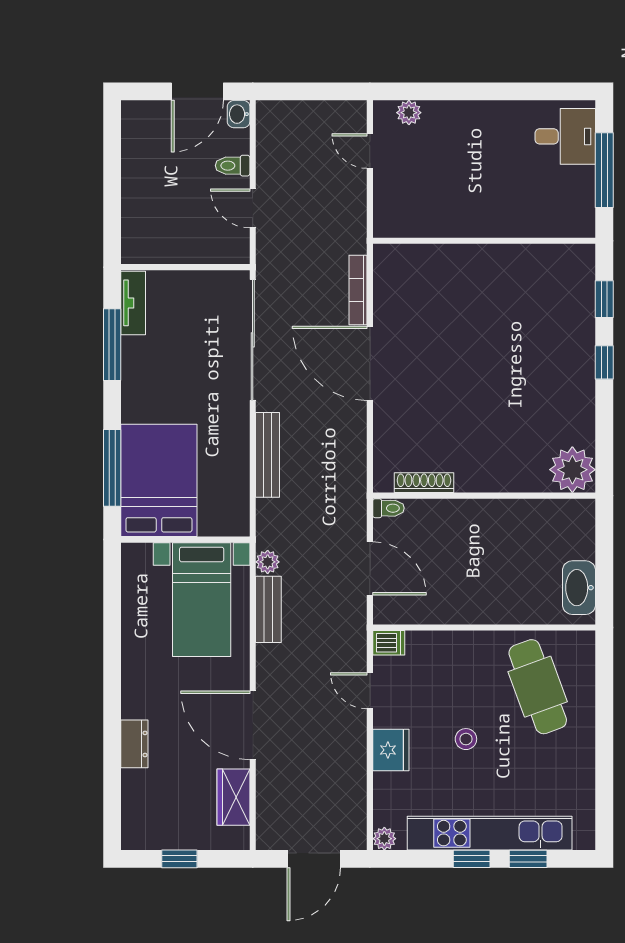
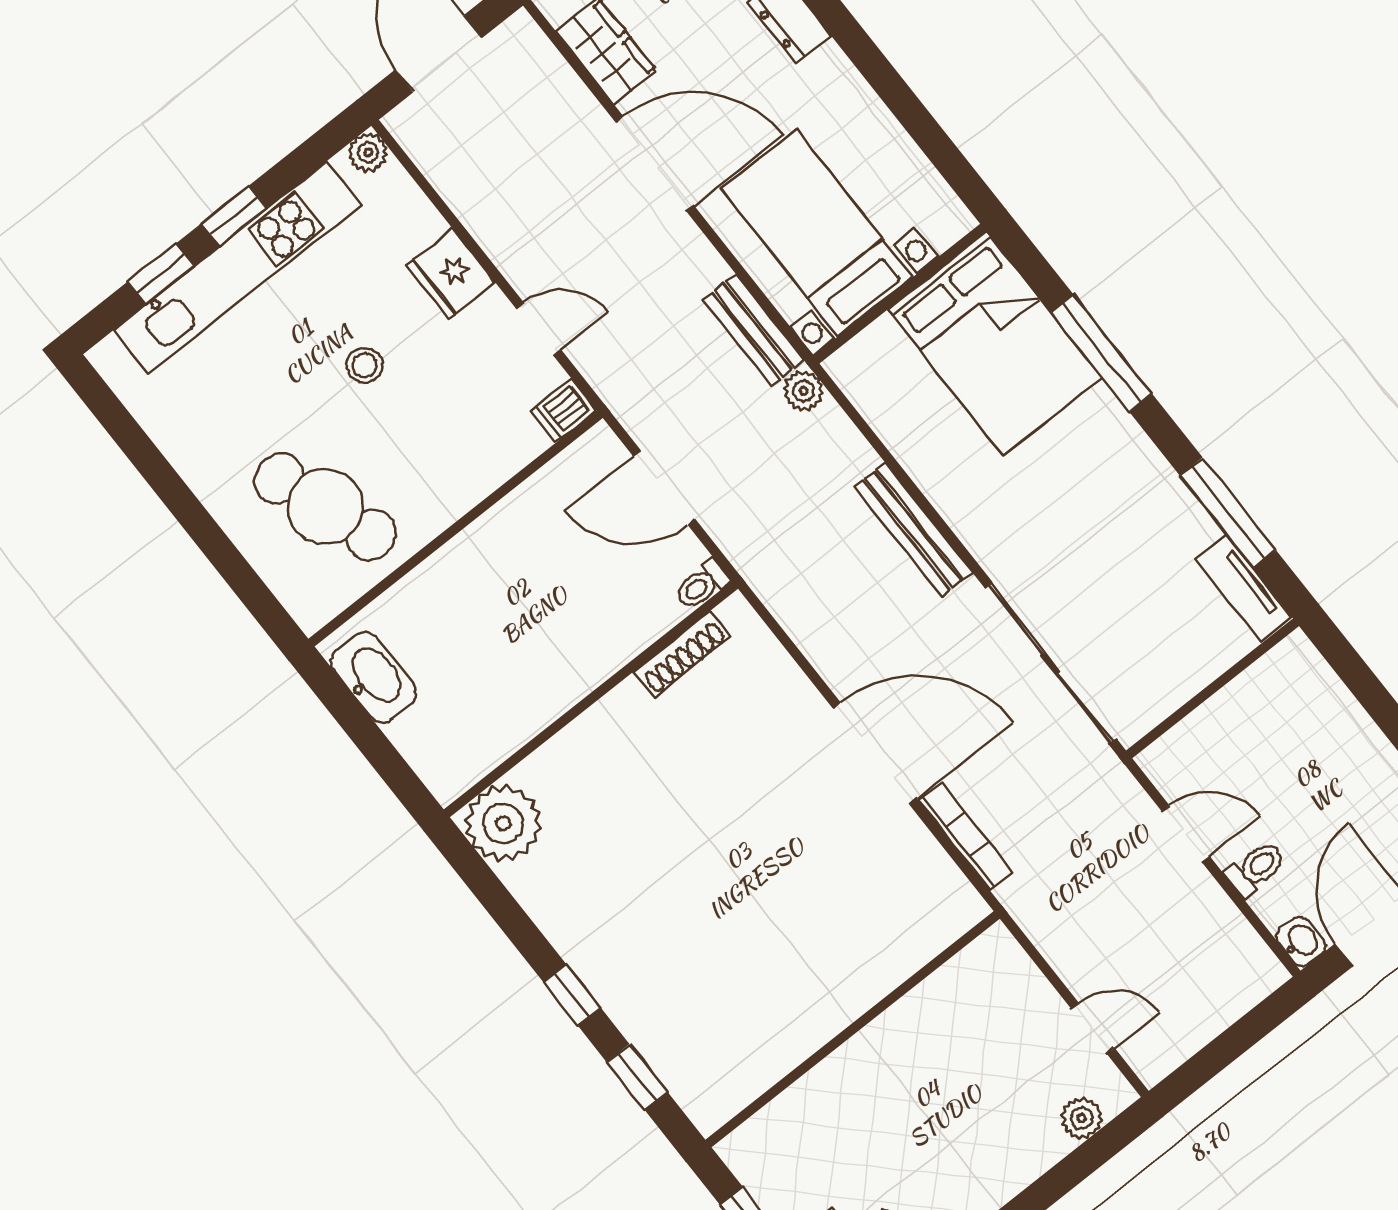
bed: (159, 480) -> (995, 343), moved
wall: (185, 540) -> (900, 294), moved
bed with nightstands: (202, 600) -> (817, 233), moved

